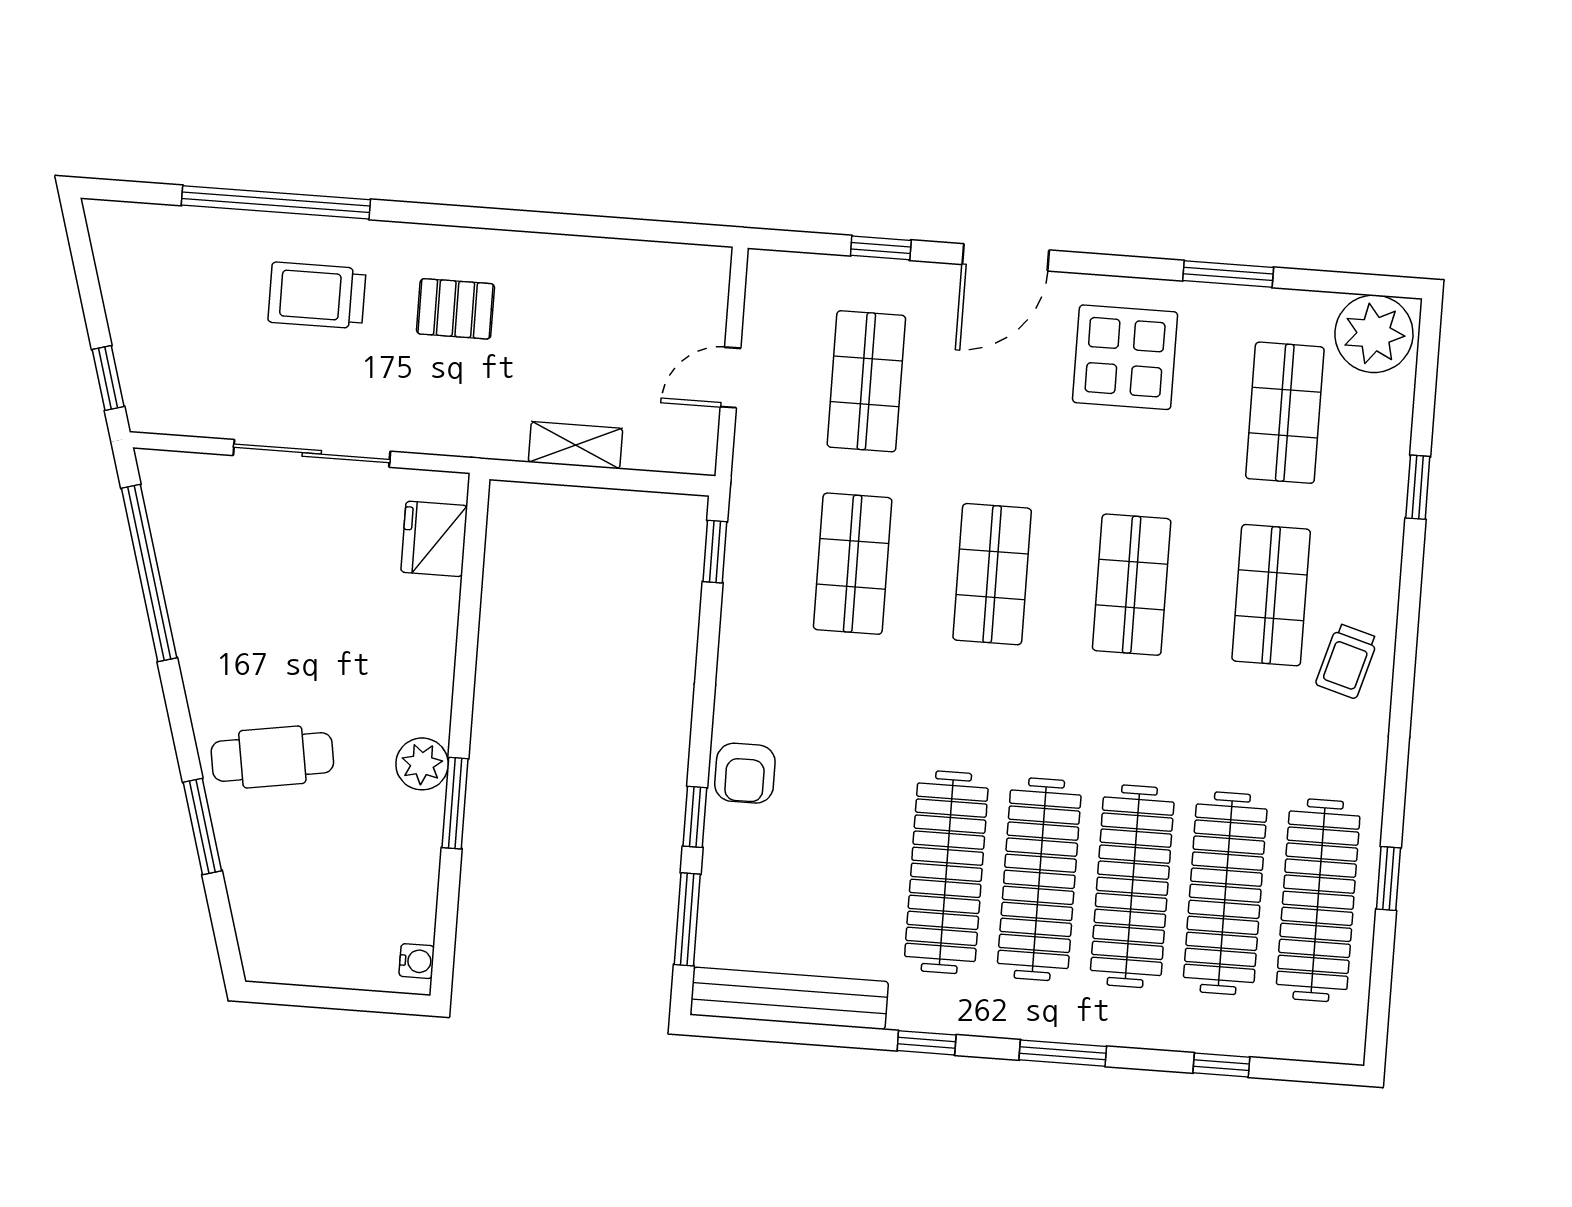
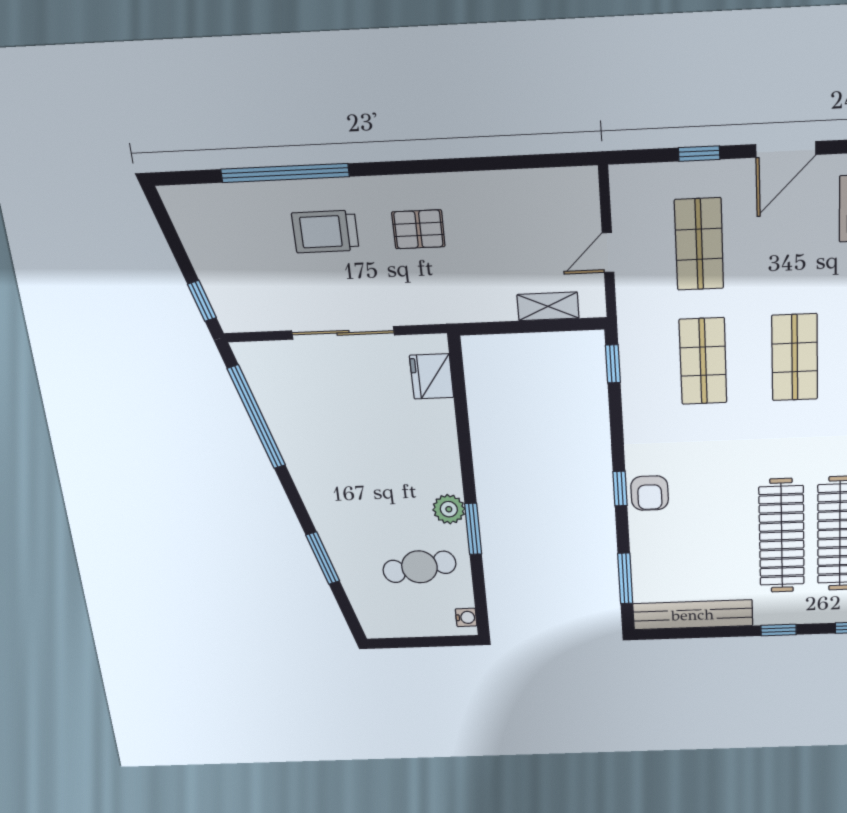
shelving: (575, 445) -> (548, 306), moved
cafe table: (272, 757) -> (419, 567), moved
window: (695, 817) -> (620, 489), moved

